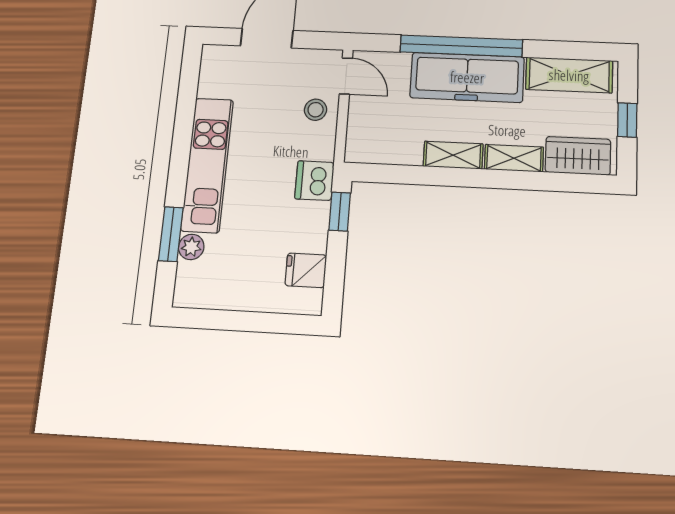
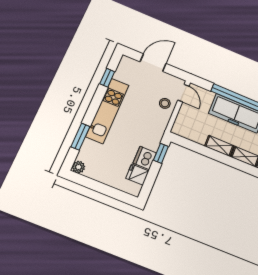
window: (187, 101) -> (107, 78), added
dishwasher: (315, 181) -> (145, 158), moved
plant: (191, 247) -> (79, 167), moved

